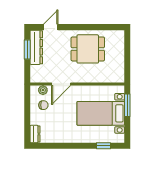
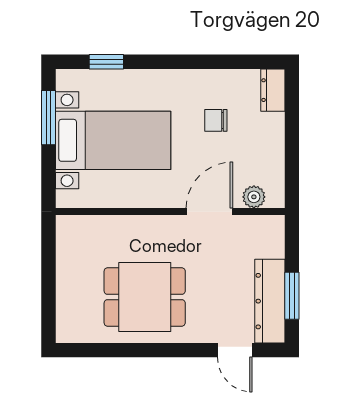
door: (51, 27) -> (235, 350), hinge flipped
chair: (43, 105) -> (216, 120), moved
window: (127, 105) -> (48, 118), moved

